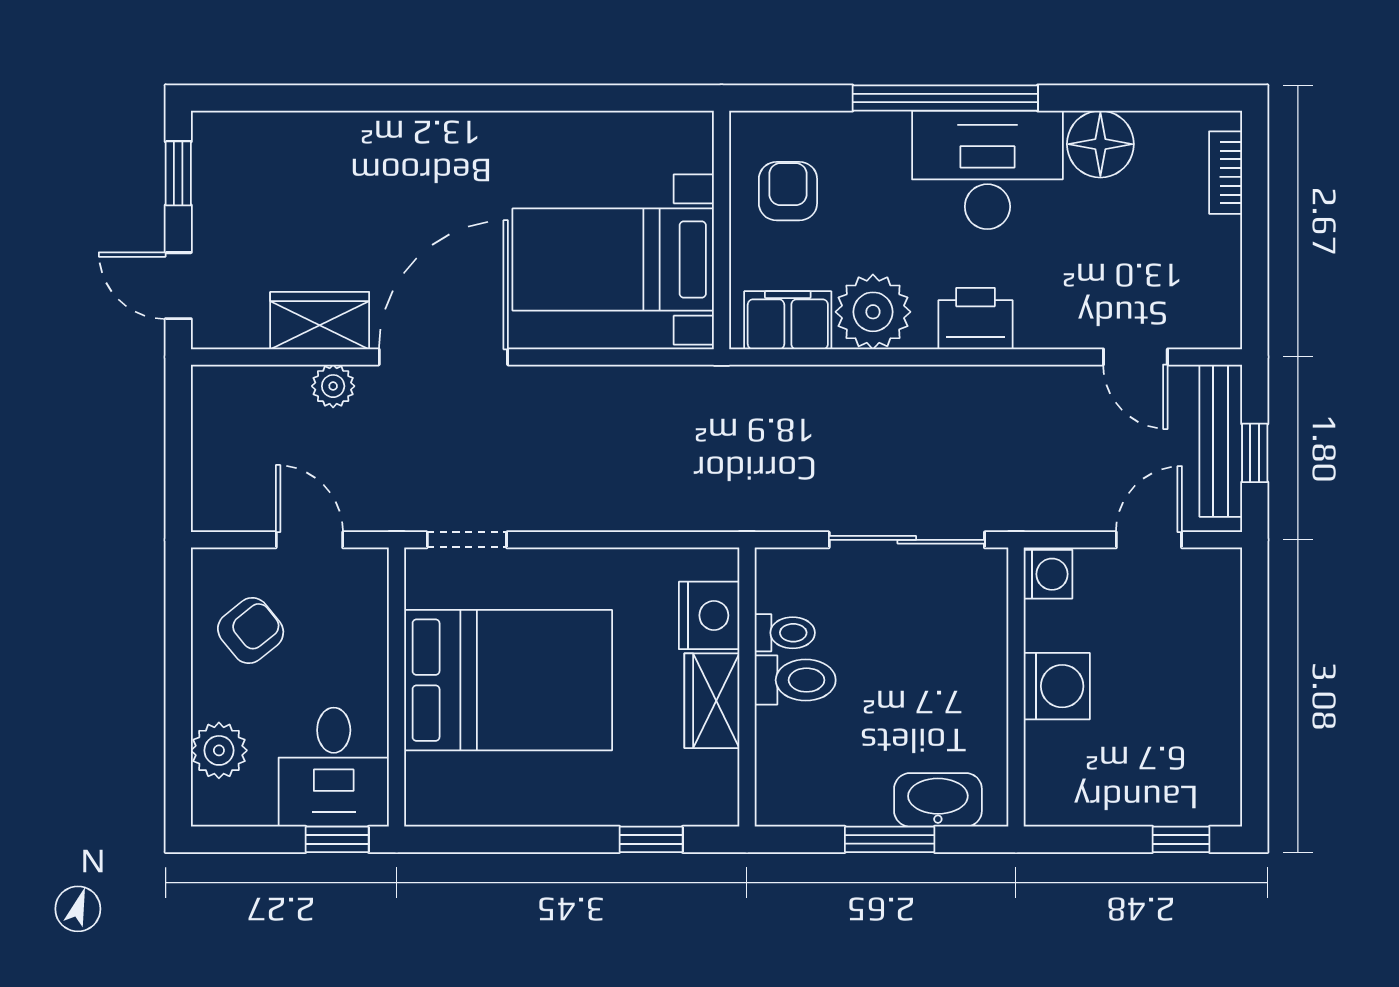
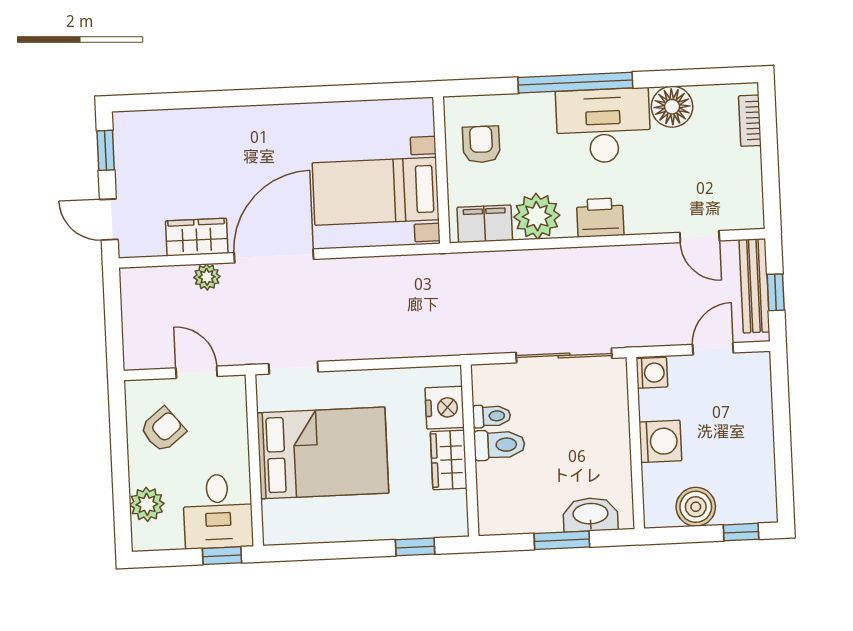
boiler: (1109, 795) -> (696, 507), added

